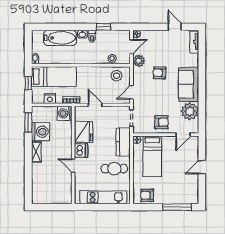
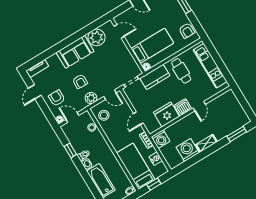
plant: (139, 61) -> (91, 98), moved
window: (28, 122) -> (237, 134), moved
armchair: (161, 122) -> (57, 98), moved

